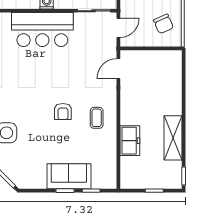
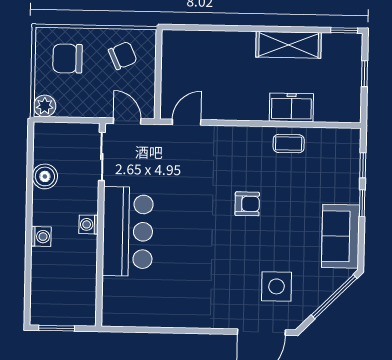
door: (118, 69) -> (187, 122), swing flipped
coffee table: (97, 118) -> (289, 144), moved
sofa: (69, 176) -> (341, 236), moved

